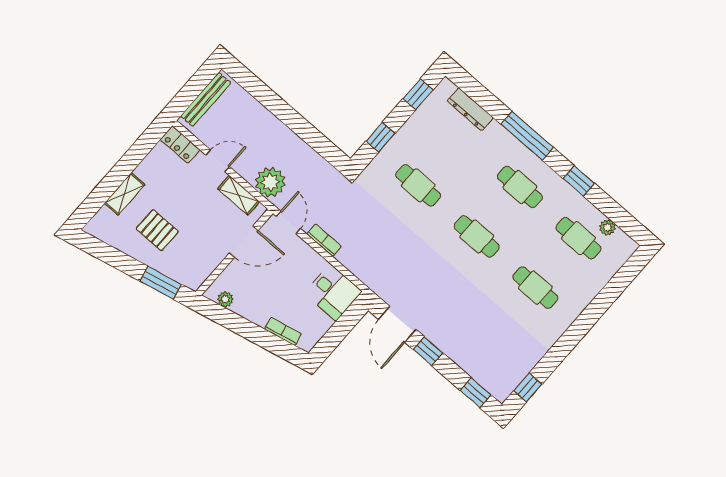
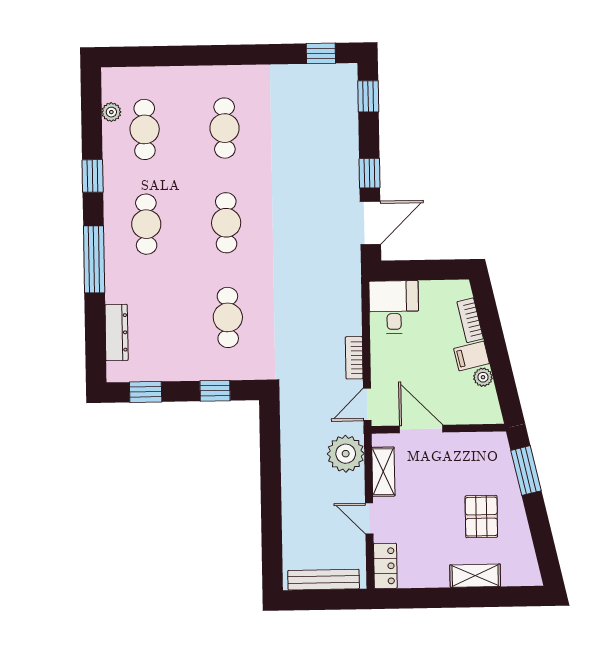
plant: (225, 299) -> (483, 377), moved
filing cabinet: (260, 313) -> (472, 356), added

